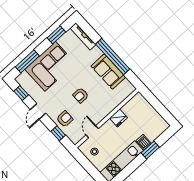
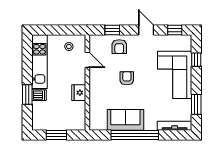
window: (27, 61) -> (196, 60), width x0.46
window: (159, 107) -> (56, 135), added

